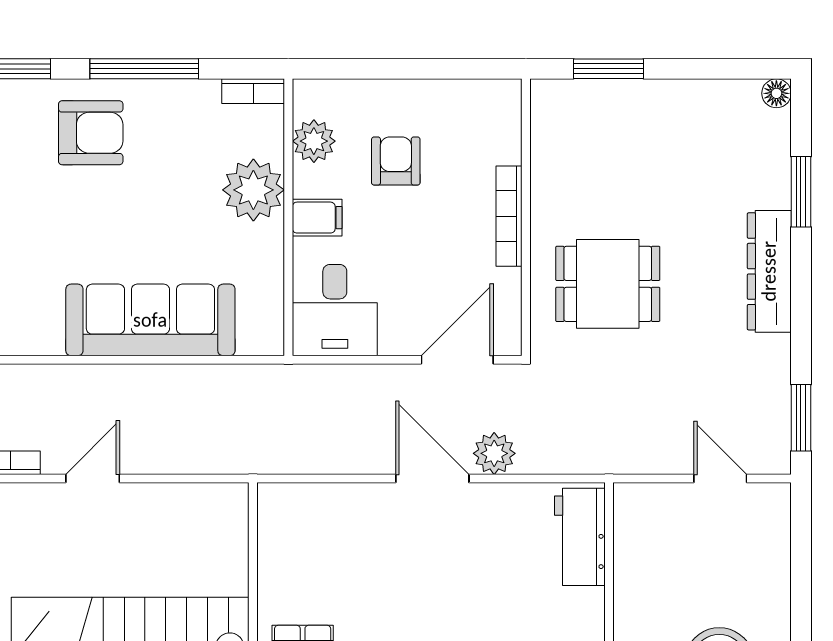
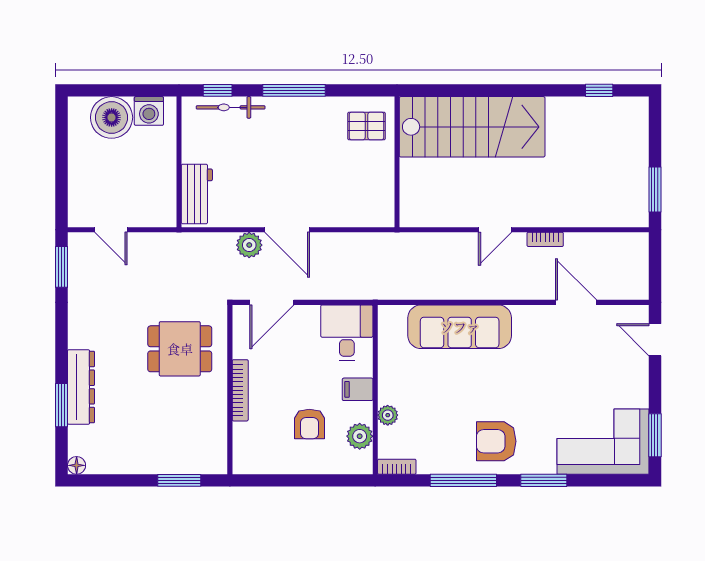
plant: (253, 190) -> (388, 415), width x0.53, depth x0.53
dresser: (769, 271) -> (81, 387), moved

